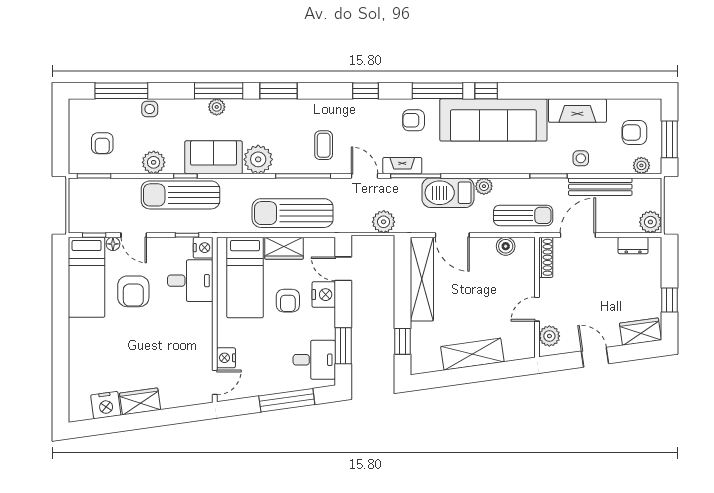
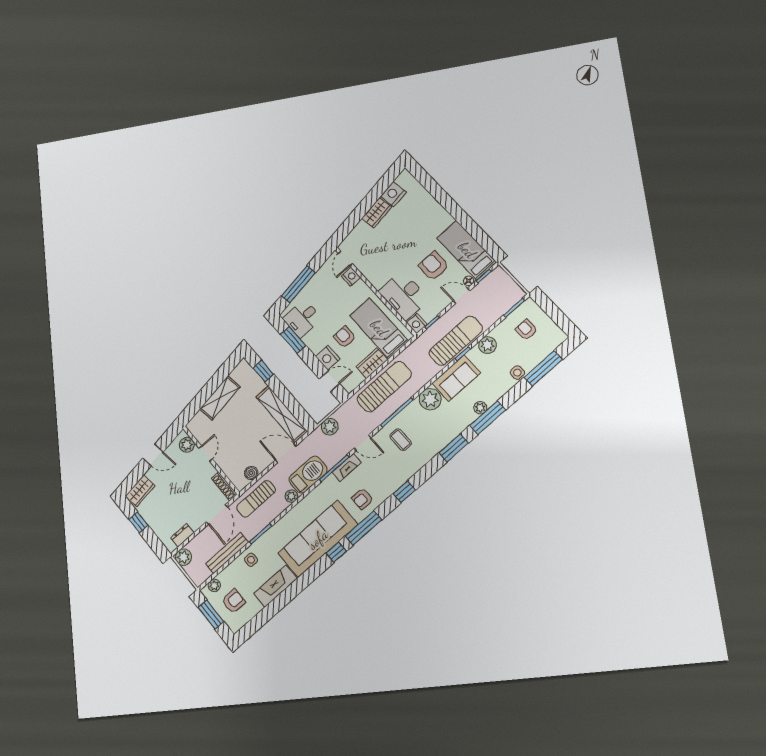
armchair: (414, 120) -> (362, 499), turned 180
desk: (190, 281) -> (404, 295), width x1.37

